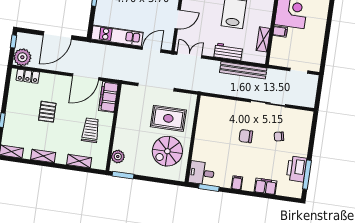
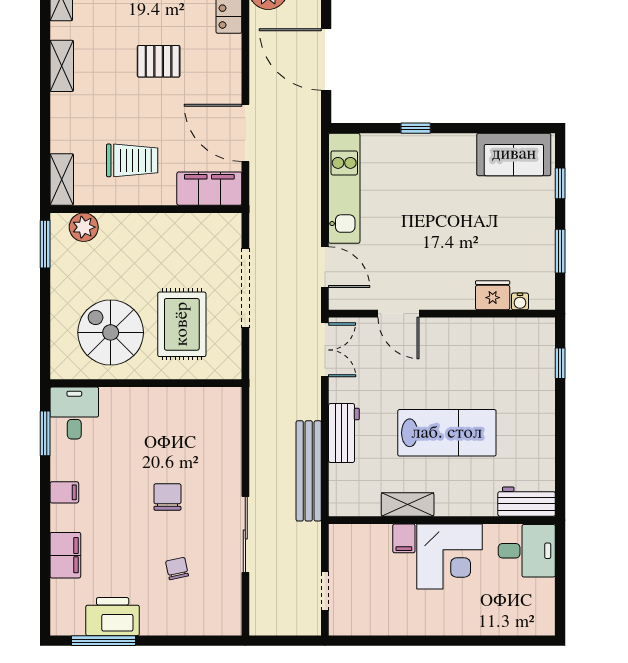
shelving: (263, 39) -> (408, 504), moved
shelving: (79, 161) -> (62, 179), moved

